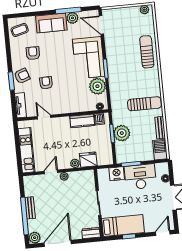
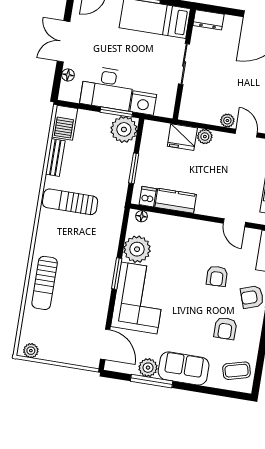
plant: (122, 133) -> (124, 129), moved
door: (51, 172) -> (246, 133), swing flipped

